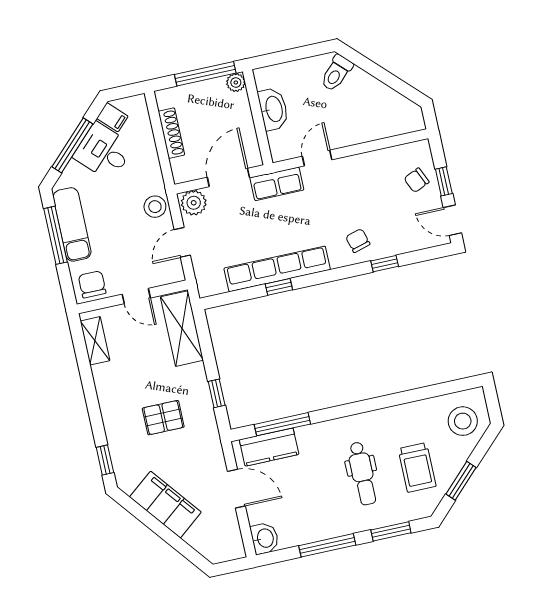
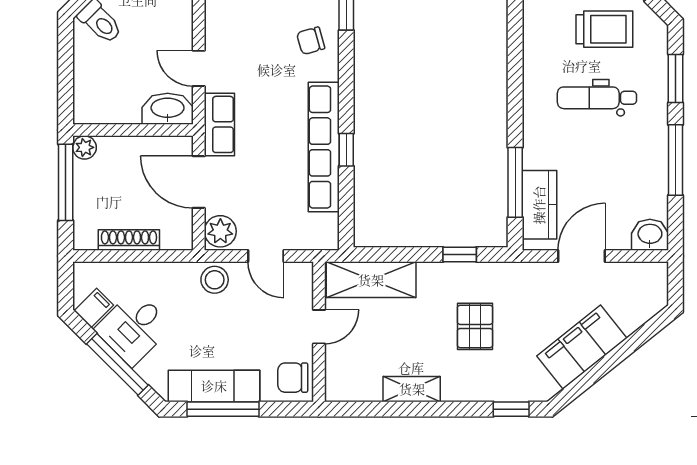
washbasin: (273, 109) -> (168, 109), moved
shelving: (95, 341) -> (412, 389), moved
dental chair: (362, 473) -> (597, 98), turned 180

